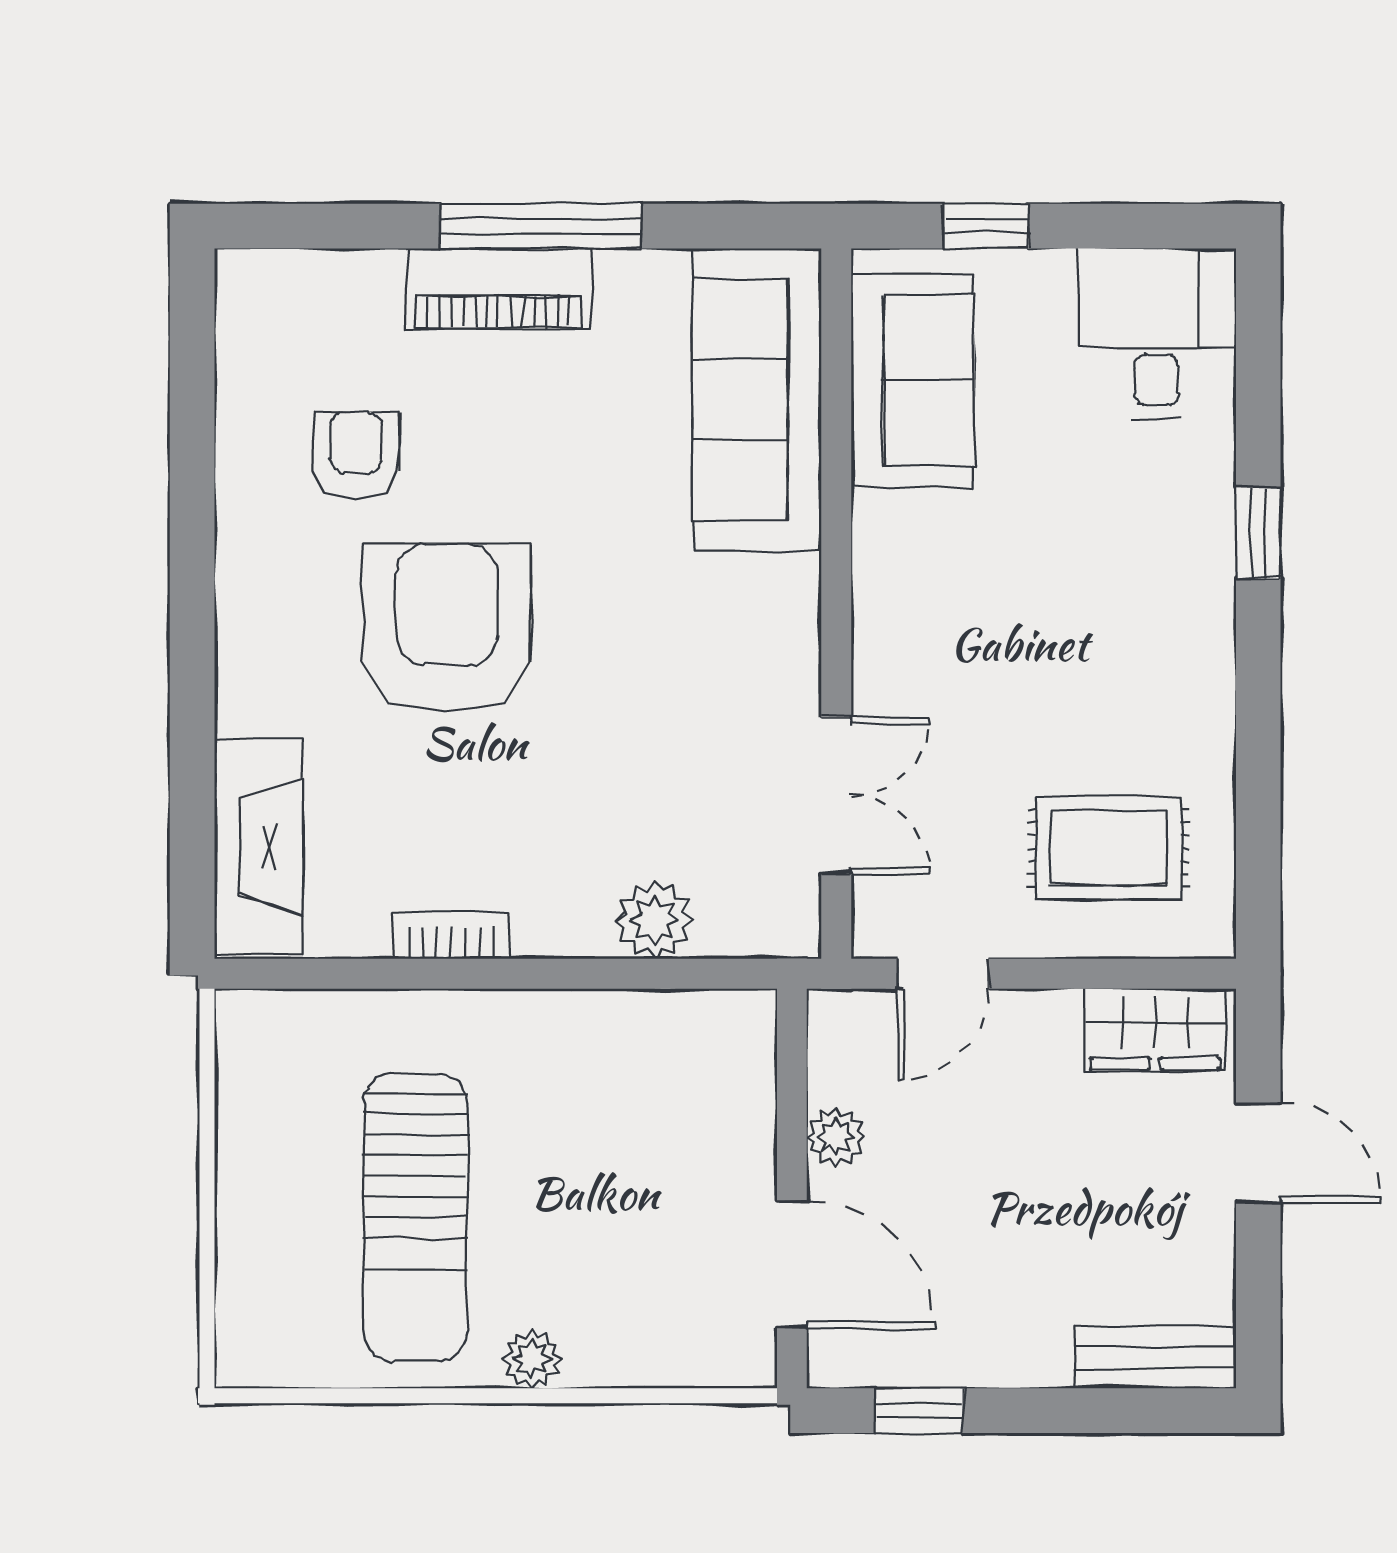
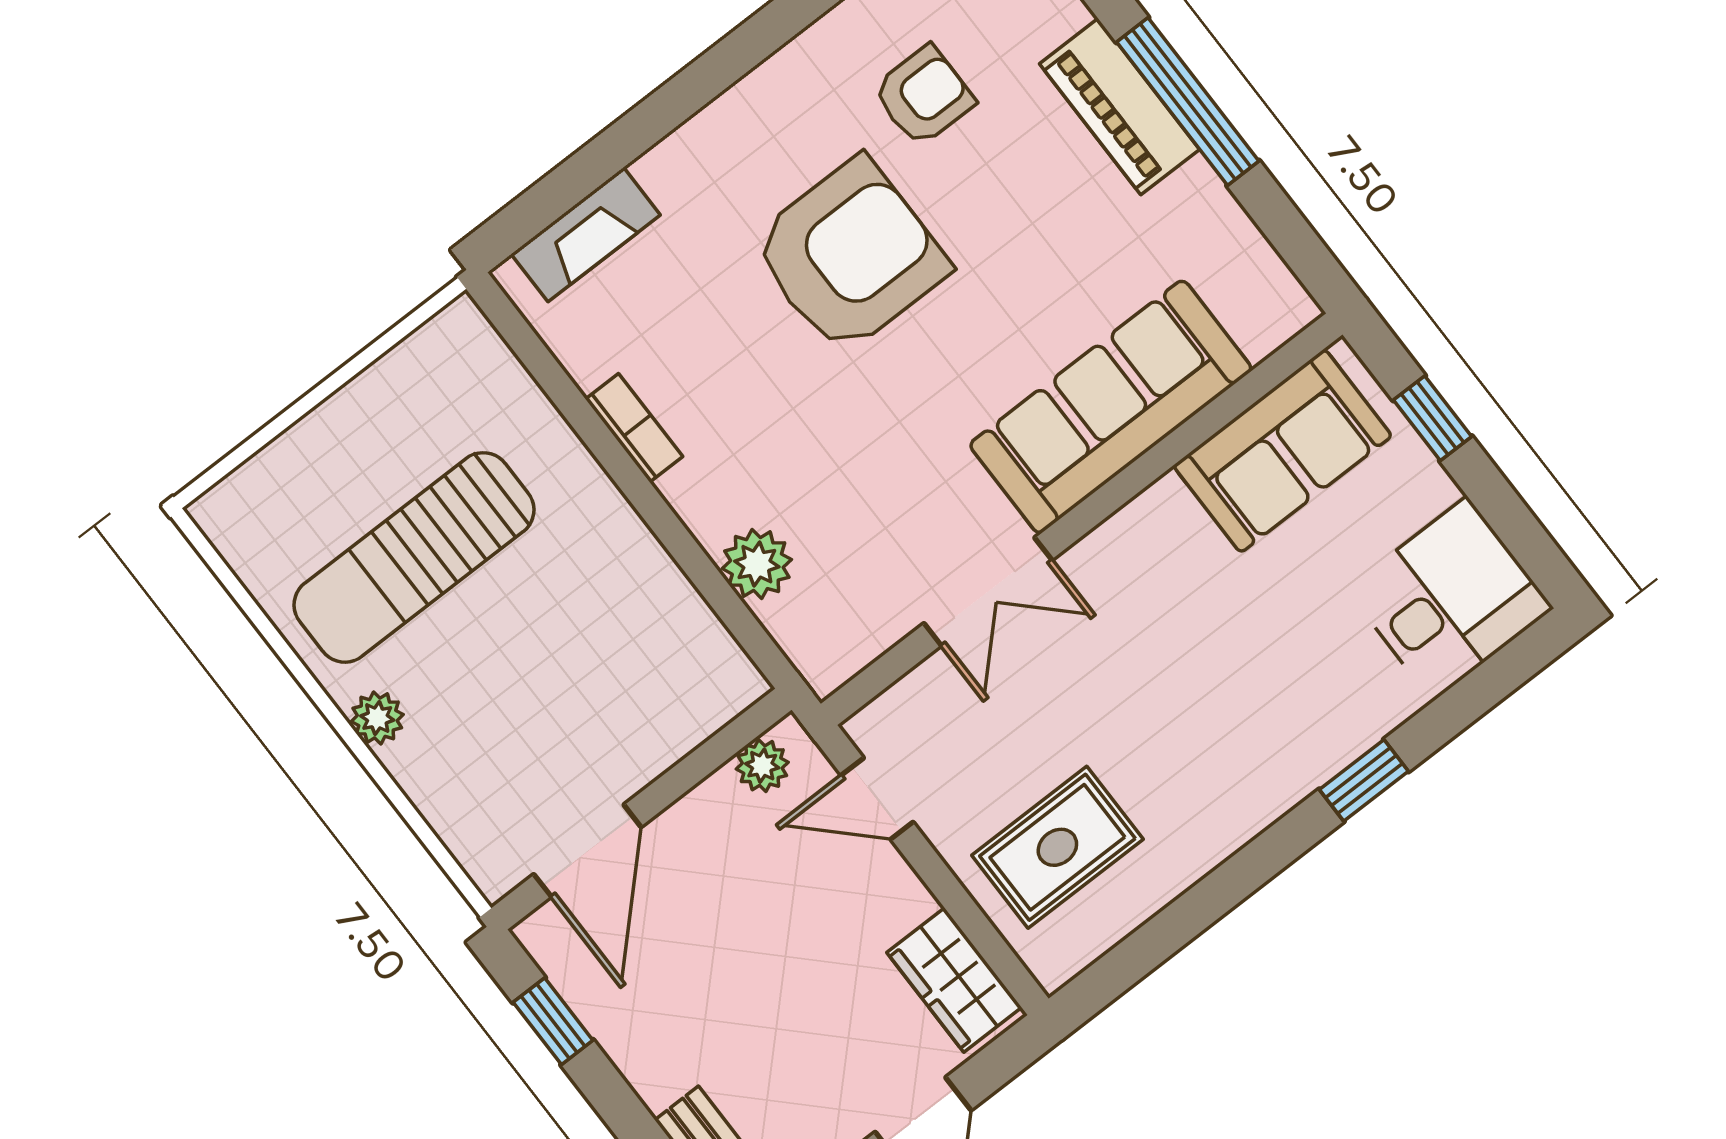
sofa: (757, 400) -> (1111, 407), moved
double door: (836, 796) -> (988, 592), moved
fireplace: (259, 847) -> (586, 235), width x0.73, depth x0.76
rug: (1109, 848) -> (1057, 847), turned 90
plant: (836, 1137) -> (762, 766), moved

